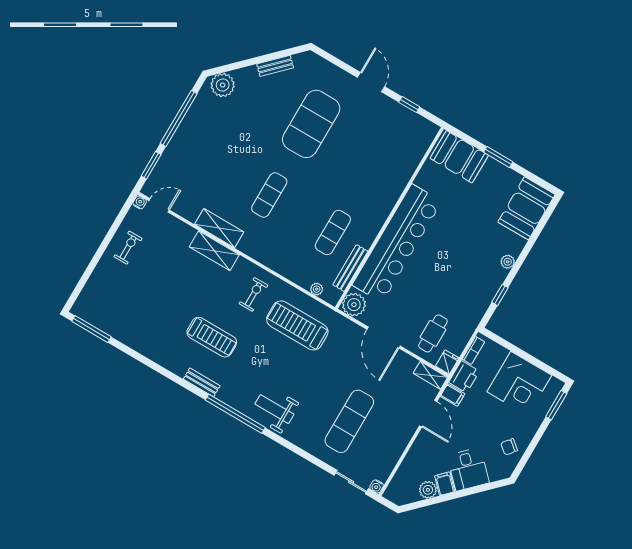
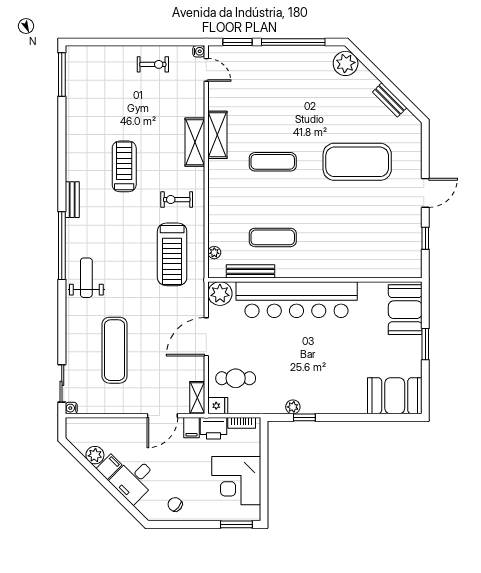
plant: (508, 262) -> (293, 407), moved
exercise bike: (253, 294) -> (177, 200), turned 180
treadmill: (297, 325) -> (172, 254), turned 180
treadmill: (212, 337) -> (124, 166), moved, turned 180
exercise mat: (349, 421) -> (115, 350), turned 90

